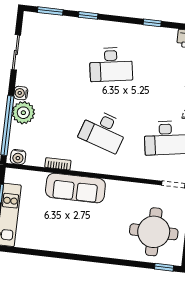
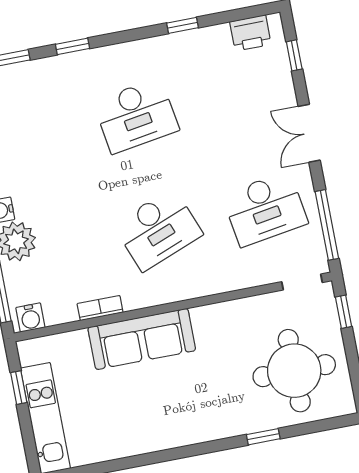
desk: (103, 131) -> (158, 230), turned -39
window: (164, 267) -> (263, 437), moved

